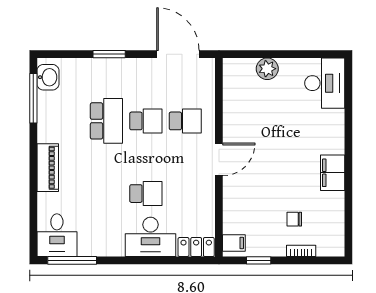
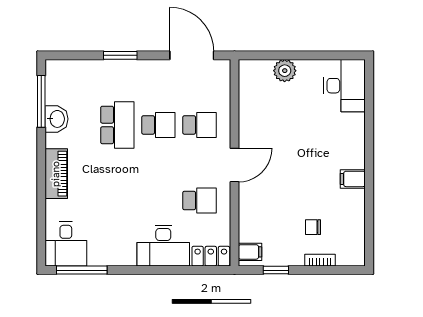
washbasin: (48, 77) -> (57, 119), moved
filing cabinet: (333, 173) -> (353, 179), width x0.50
school desk: (146, 194) -> (199, 200), moved

